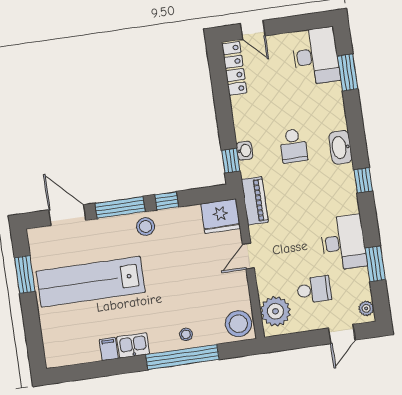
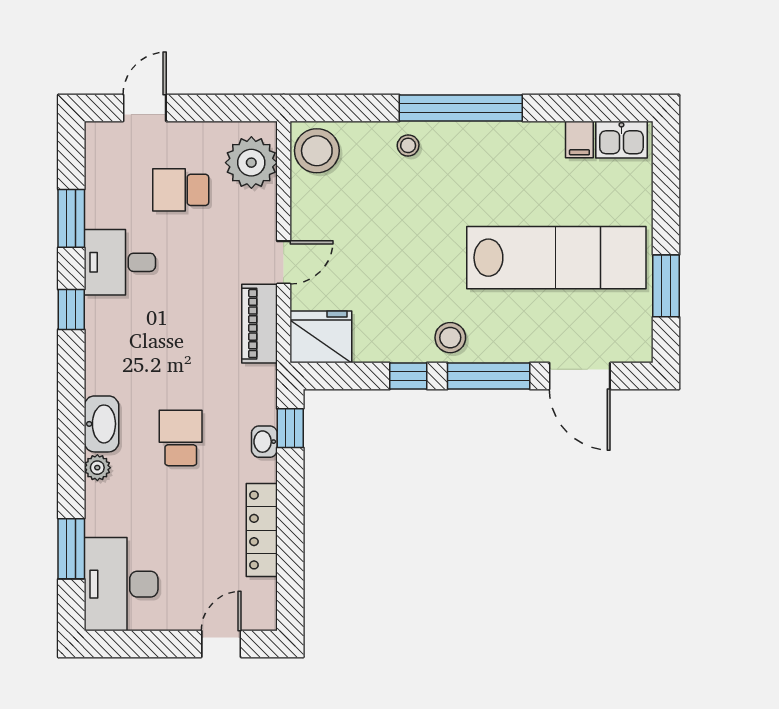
door: (253, 30) -> (221, 644), hinge flipped
locker: (234, 68) -> (262, 530), moved
window: (363, 180) -> (71, 309), moved
piano: (255, 201) -> (259, 324), moved
desk: (343, 243) -> (120, 262), width x0.73
plant: (366, 308) -> (97, 468), moved
kitchen sink: (133, 345) -> (621, 140), moved
filing cabinet: (109, 349) -> (579, 139), moved
window: (182, 357) -> (461, 108), moved

